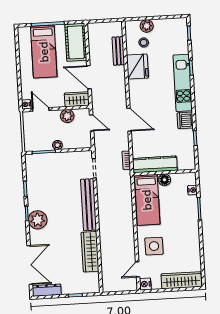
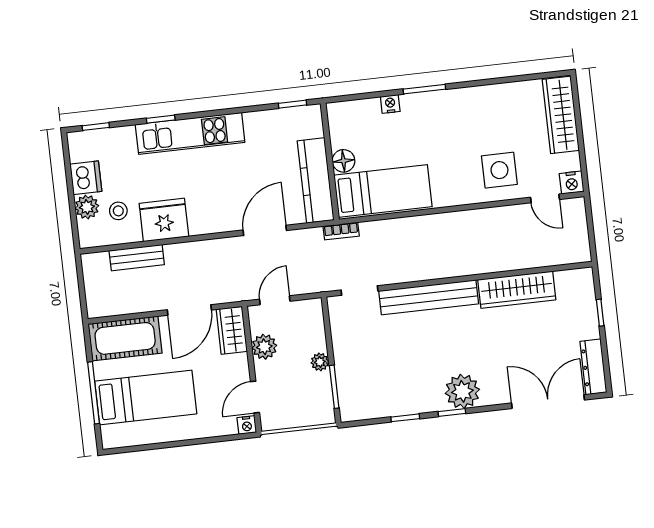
dishwasher: (185, 120) -> (86, 178), moved, turned -90
kitchen counter: (155, 164) -> (316, 180), moved
wall: (165, 172) -> (330, 161), moved
floor lamp: (164, 180) -> (343, 161), moved
bed: (147, 200) -> (383, 191), moved

